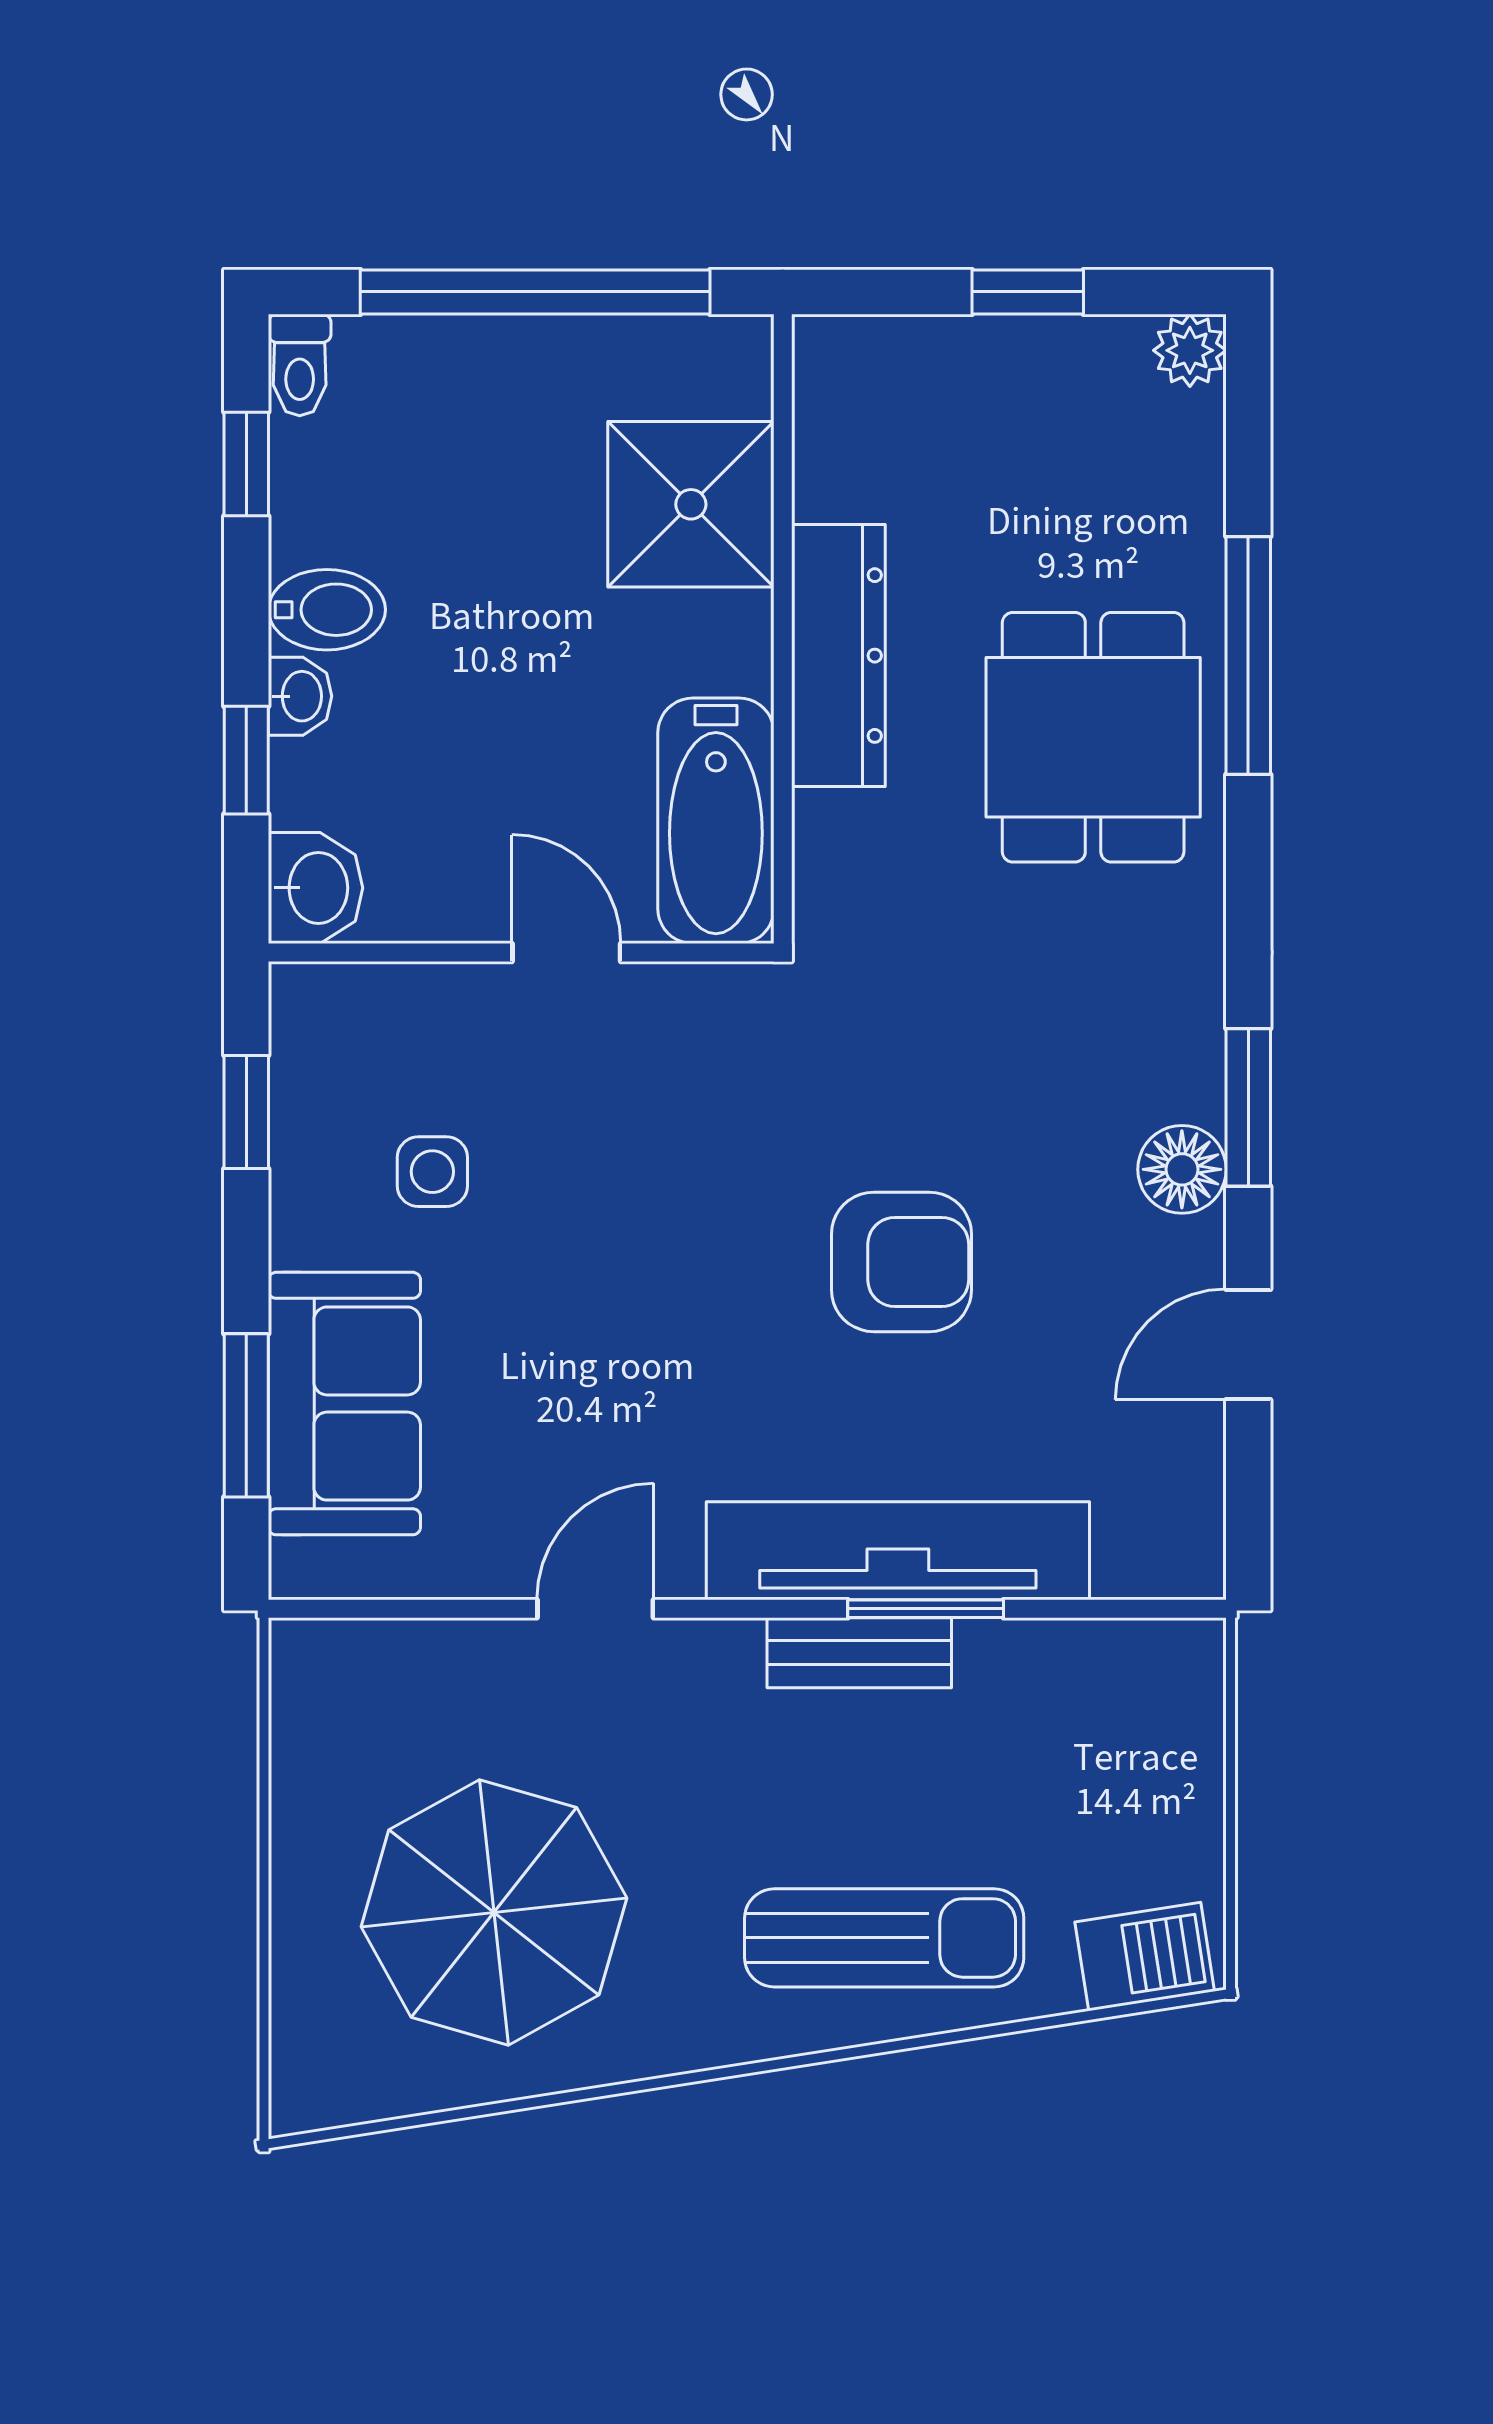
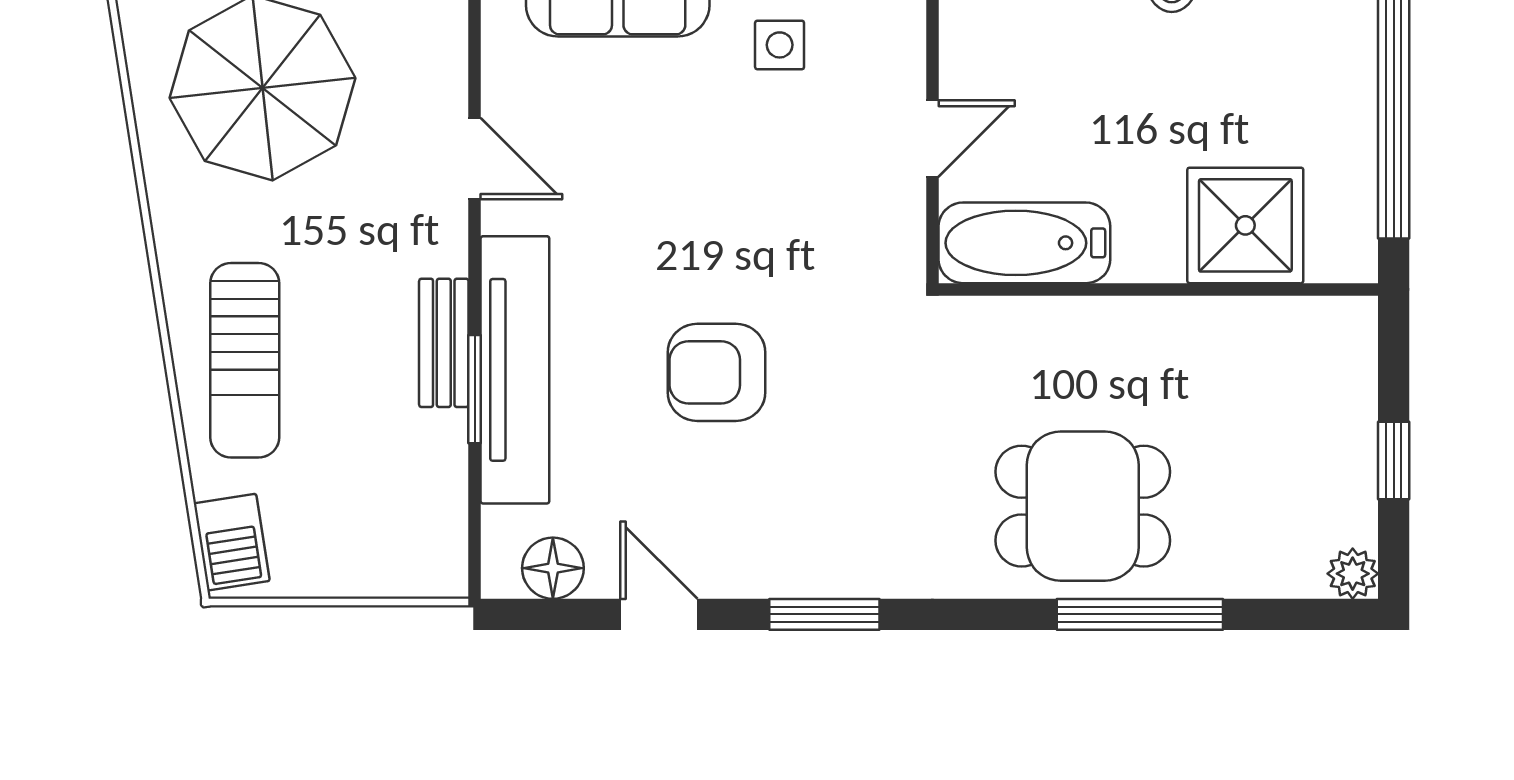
dresser: (838, 656) -> (1140, 328), removed
floor lamp: (1182, 1169) -> (553, 568), moved
armchair: (901, 1262) -> (716, 372), turned 90

